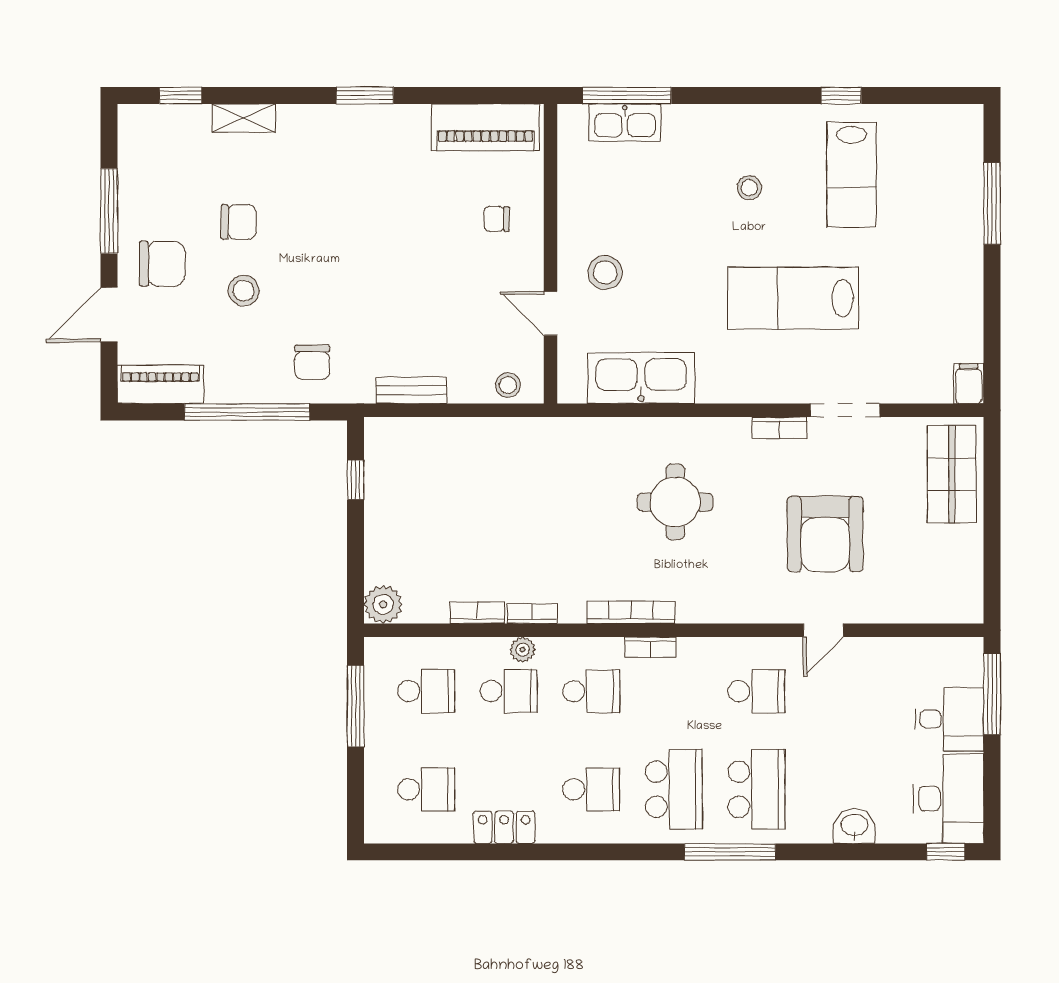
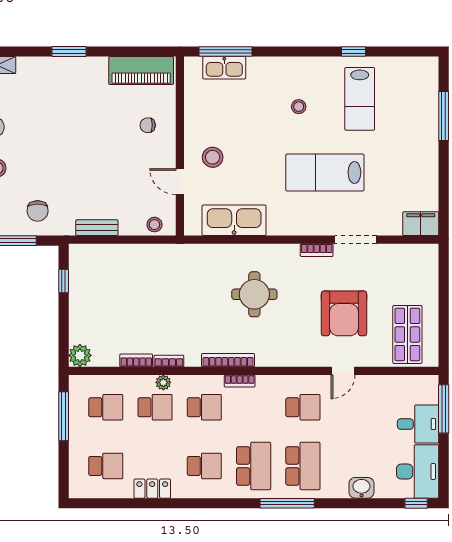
filing cabinet: (969, 384) -> (421, 224), width x2.00
shop shelf: (952, 474) -> (407, 334), moved

